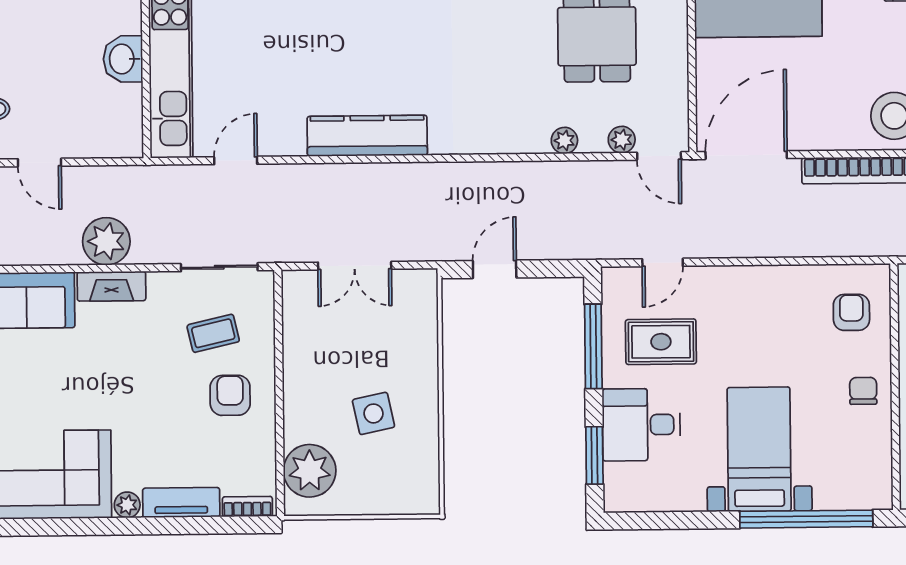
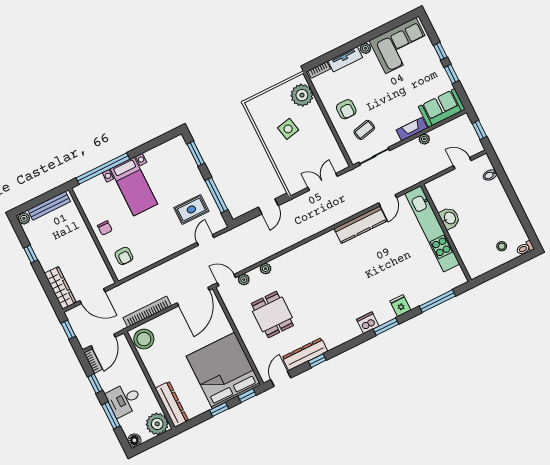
kitchen counter: (367, 136) -> (360, 225), moved
plant: (106, 241) -> (424, 139), width x0.53, depth x0.53
desk: (641, 425) -> (184, 174), removed

